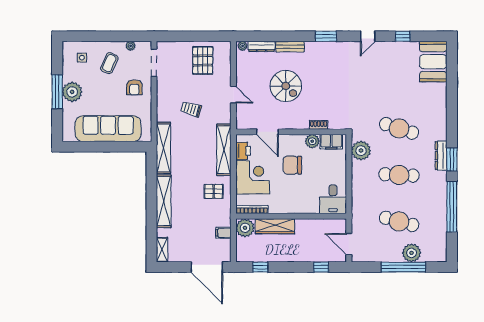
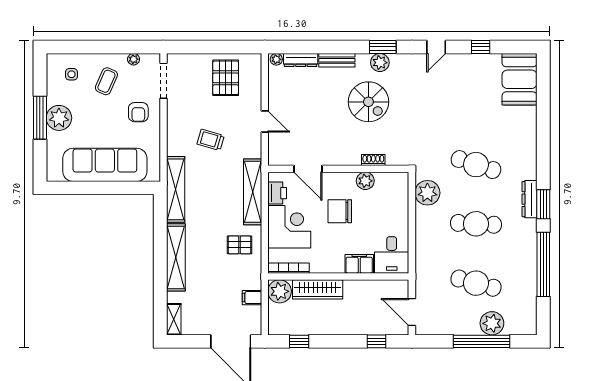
plant: (324, 48) -> (380, 63), added
spiral stairs: (286, 86) -> (368, 102), moved
filing cabinet: (331, 142) -> (359, 264), moved, turned 180

